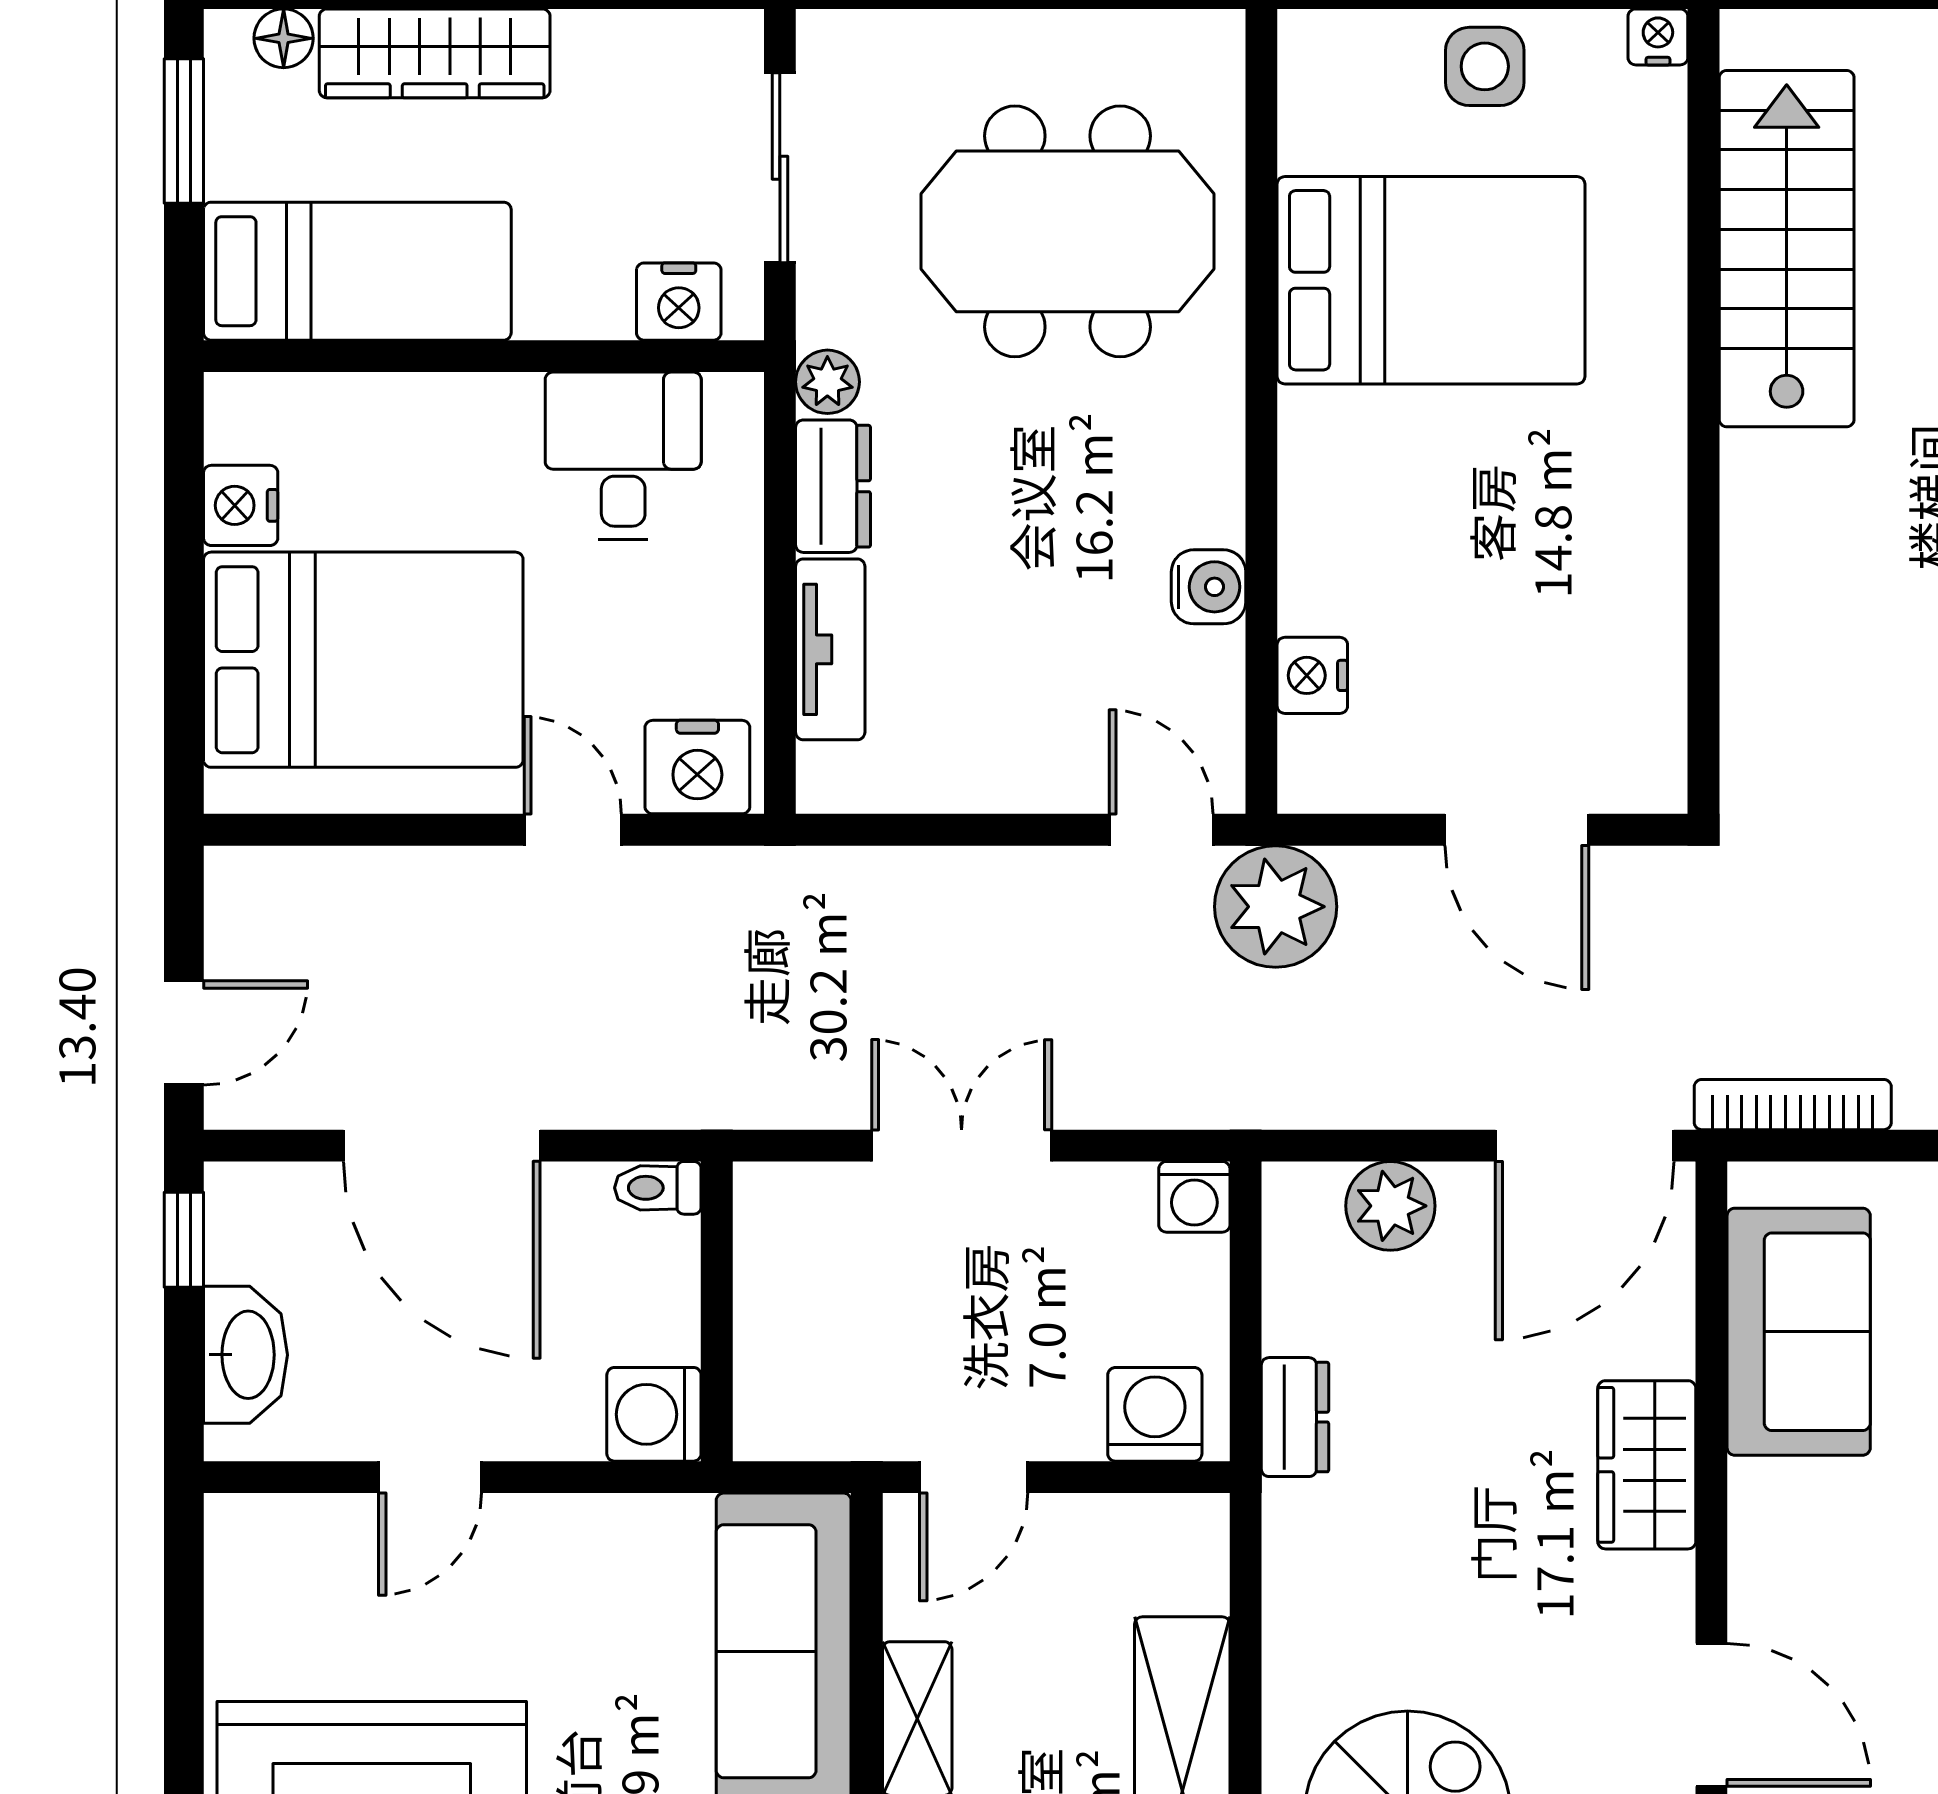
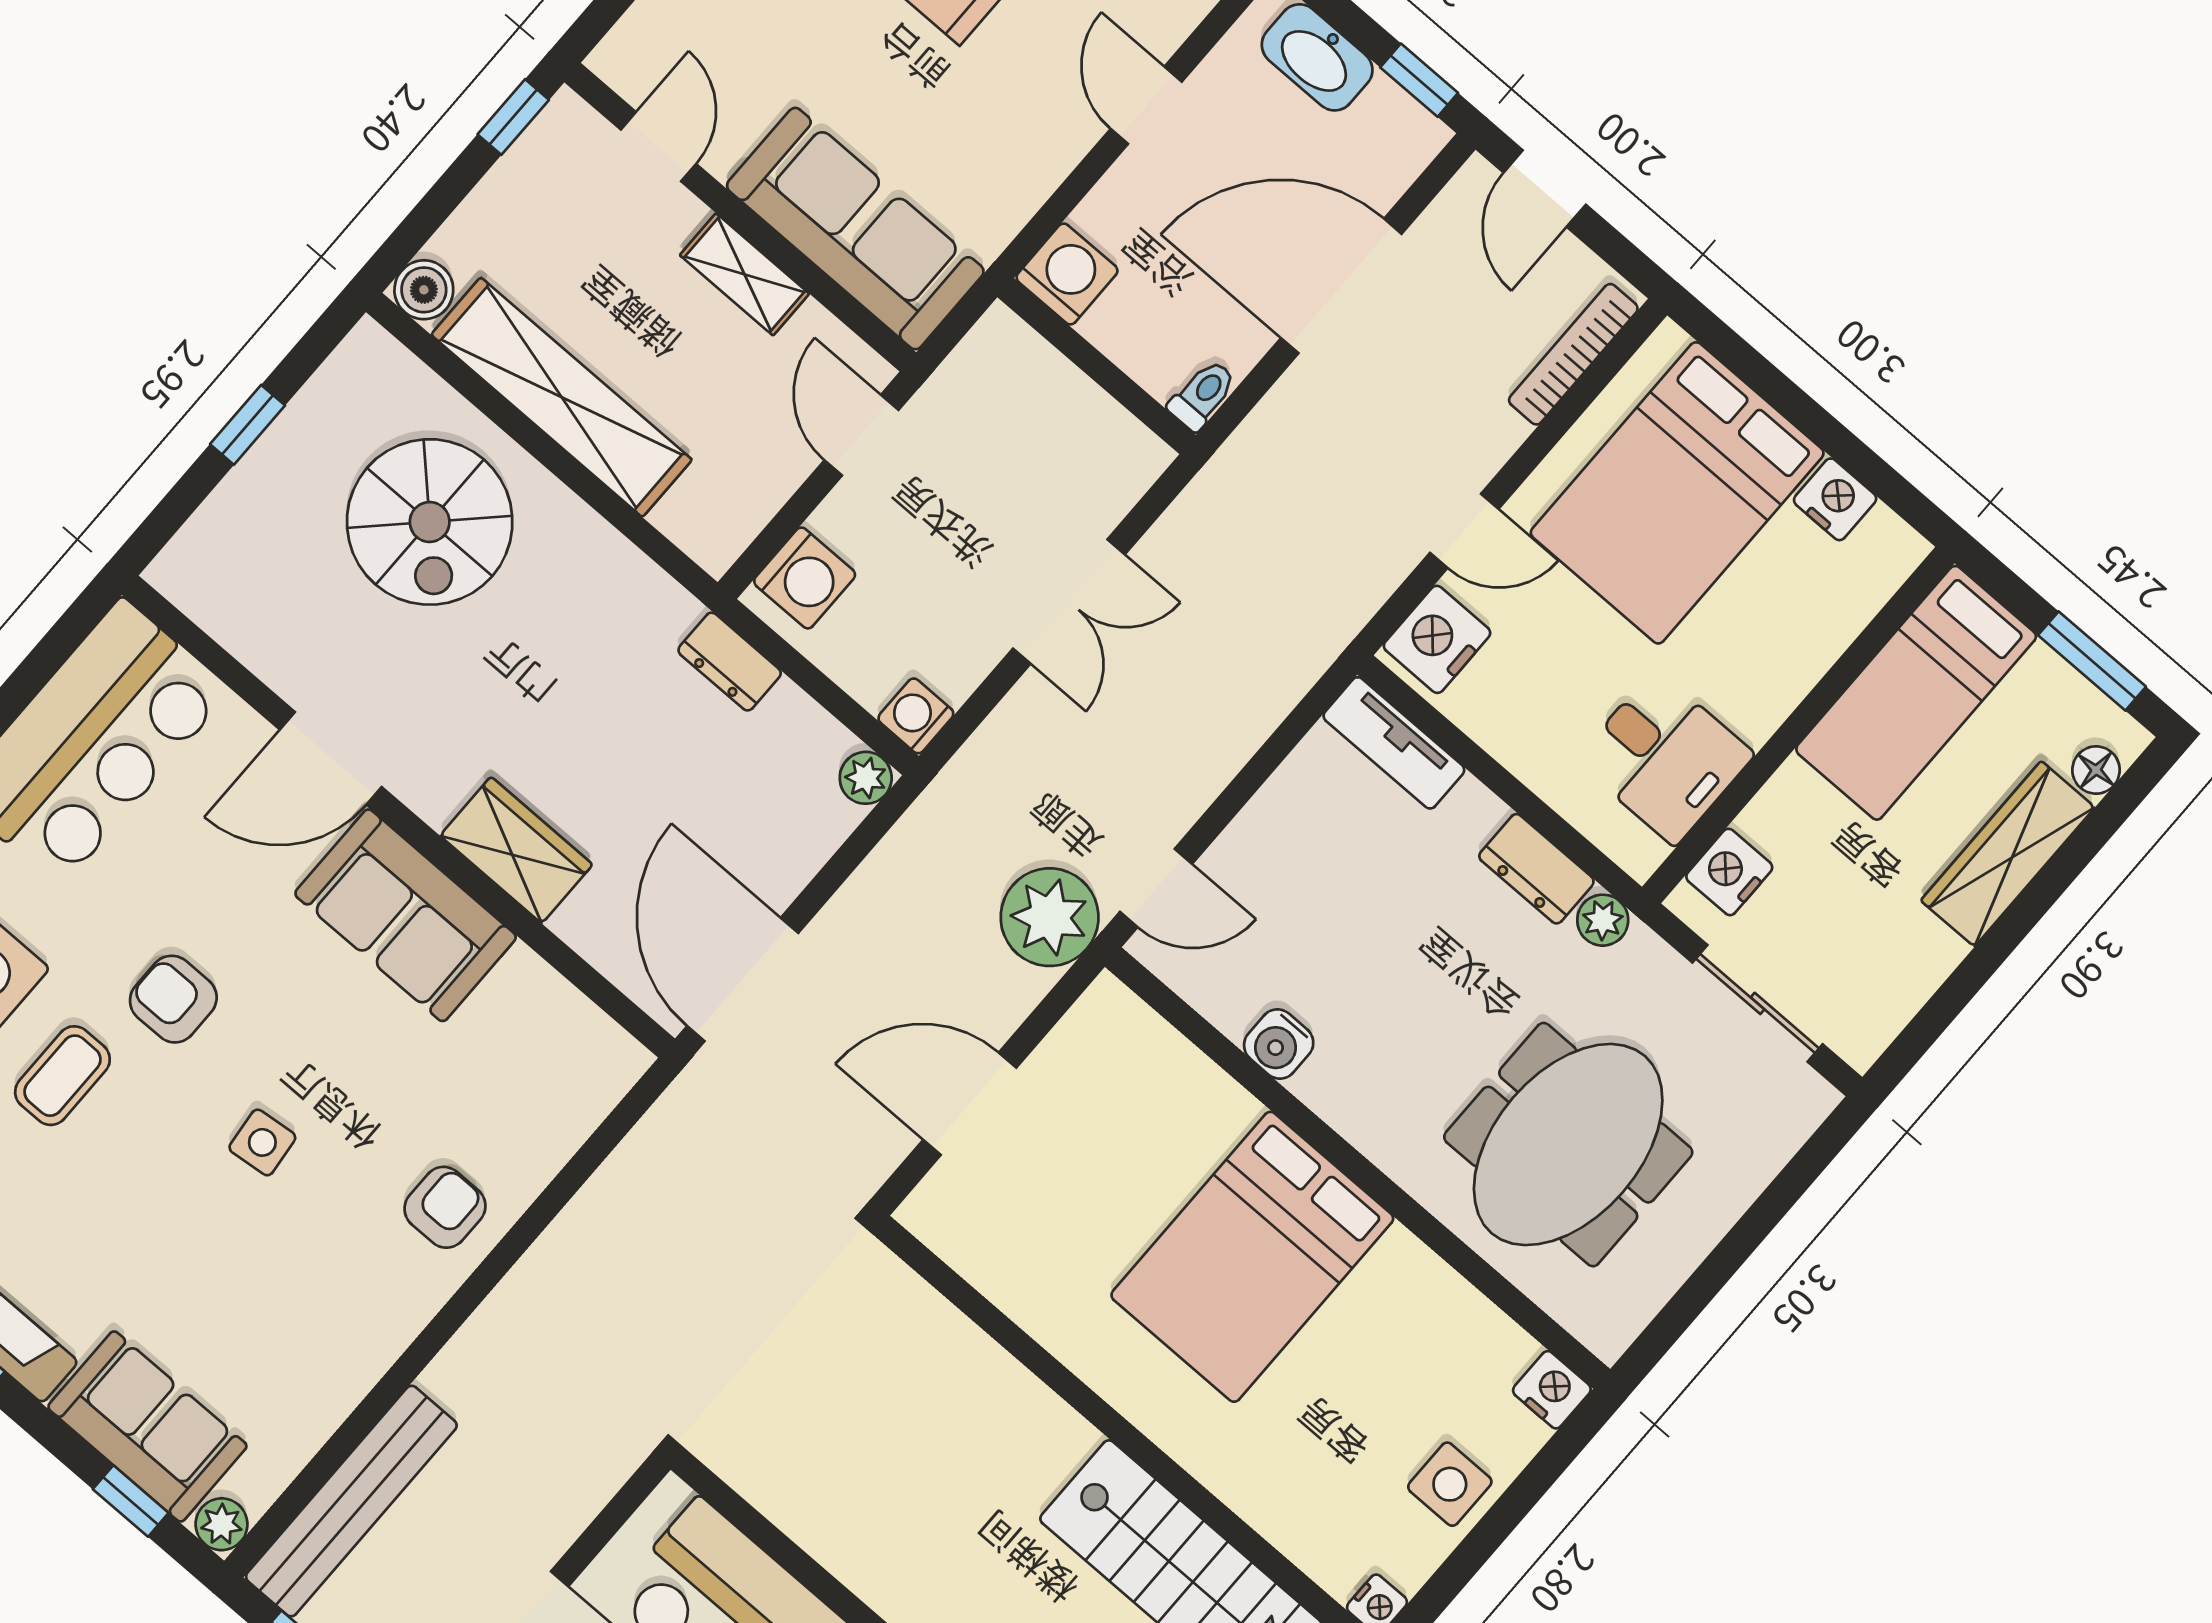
bed: (1431, 280) -> (1252, 1257), moved
tv unit: (830, 649) -> (1394, 743), moved
nightstand: (1312, 675) -> (1552, 1390), moved
bookcase: (1793, 1105) -> (1573, 354), moved, turned 180
plant: (1390, 1206) -> (866, 778), moved, width x0.73, depth x0.73
sofa: (1799, 1332) -> (406, 915), moved

